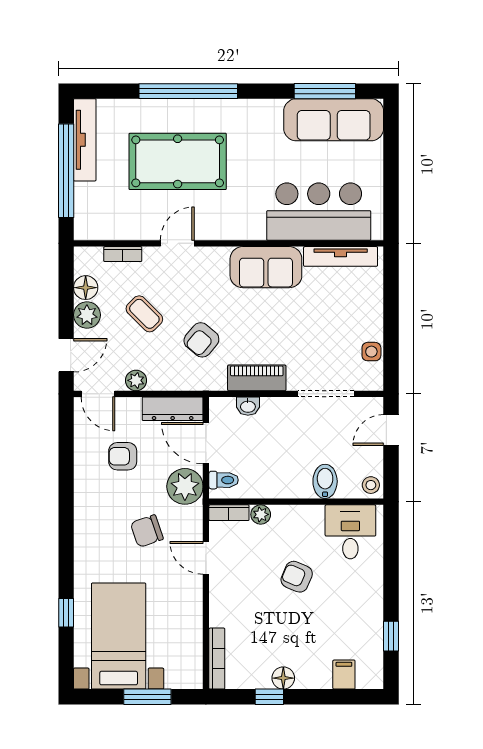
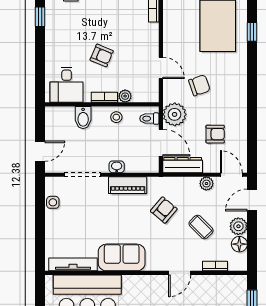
washbasin: (248, 406) -> (117, 167), moved
stool: (371, 485) -> (116, 117), moved
bookcase: (229, 513) -> (104, 97), moved

